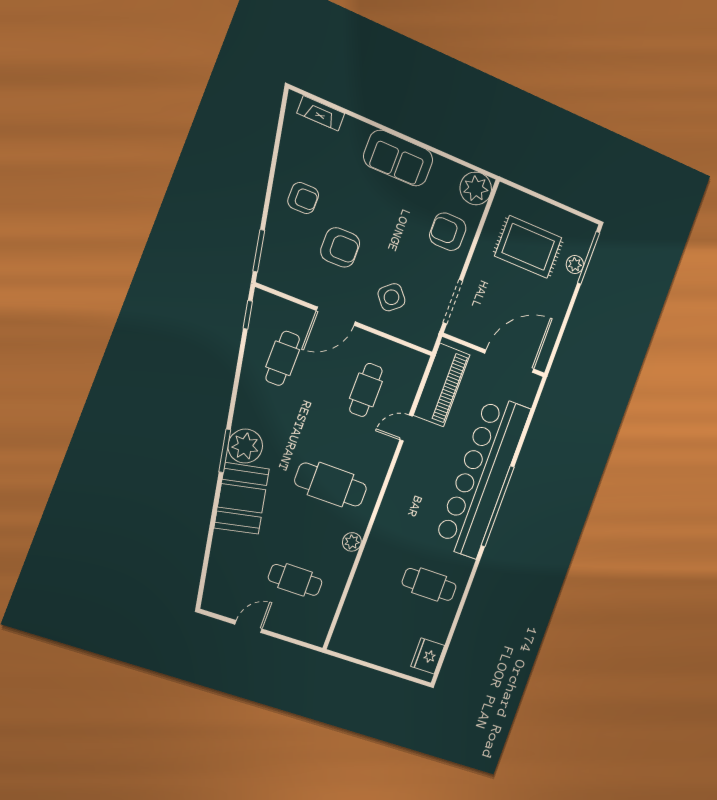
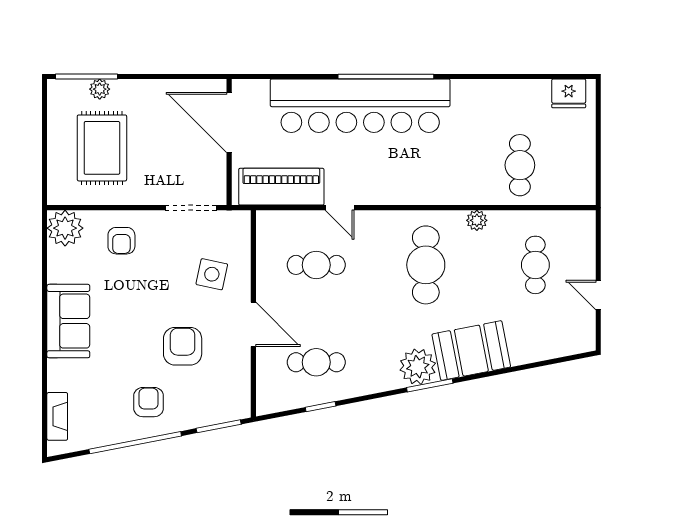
window: (272, 172) -> (135, 443), added
armchair: (448, 232) -> (121, 241), width x0.72, depth x0.72
side table: (391, 297) -> (212, 274), turned -38
window: (248, 315) -> (321, 407), moved
cafe table: (429, 584) -> (520, 165), moved

